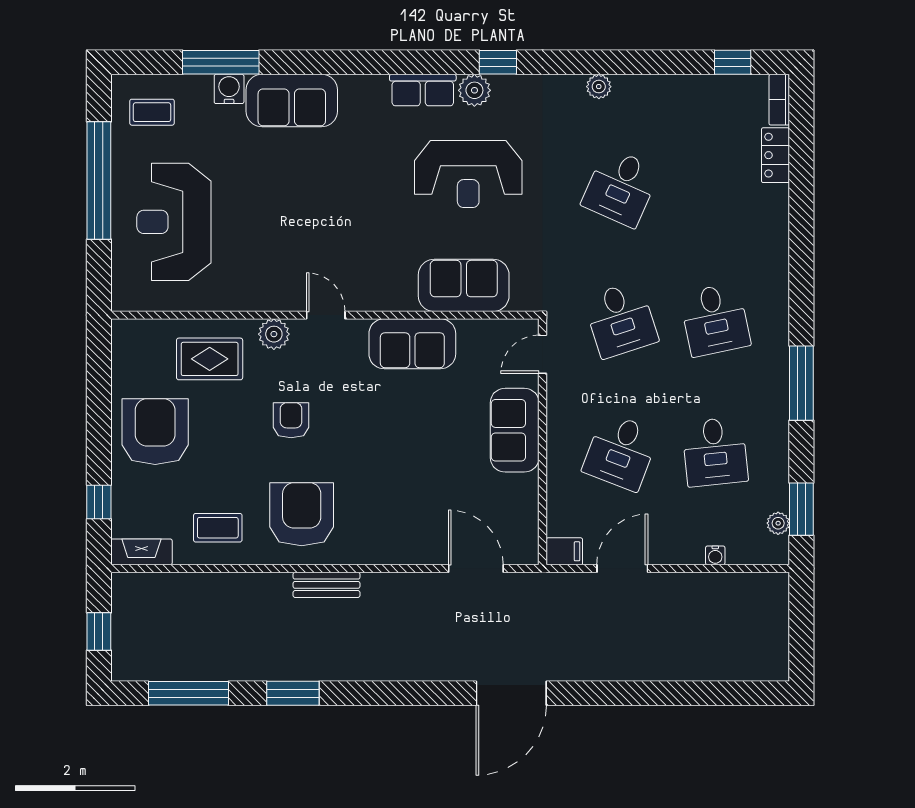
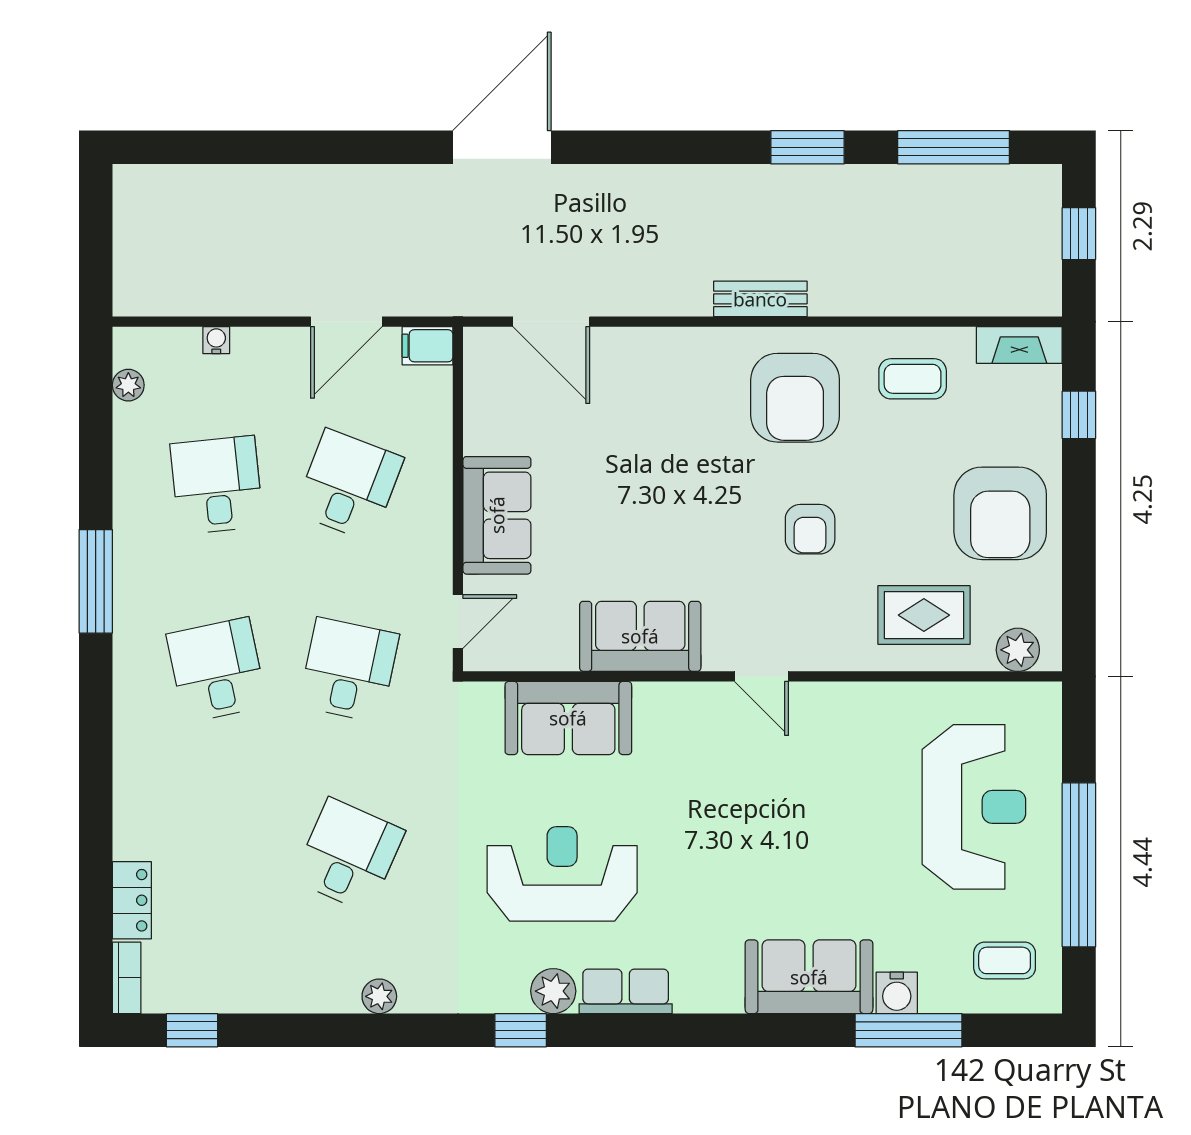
desk: (621, 320) -> (349, 670), turned 30
plant: (274, 334) -> (1018, 650), moved
window: (801, 509) -> (96, 405), removed

